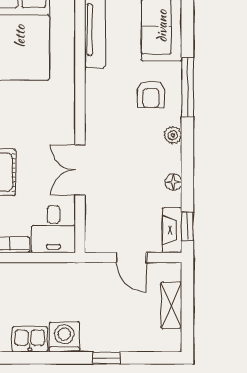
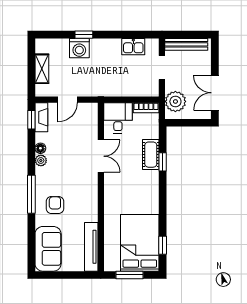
window: (187, 87) -> (31, 194), moved
plant: (173, 135) -> (41, 160), moved
door: (131, 257) -> (68, 100), swing flipped
washing machine: (64, 337) -> (79, 48), moved

